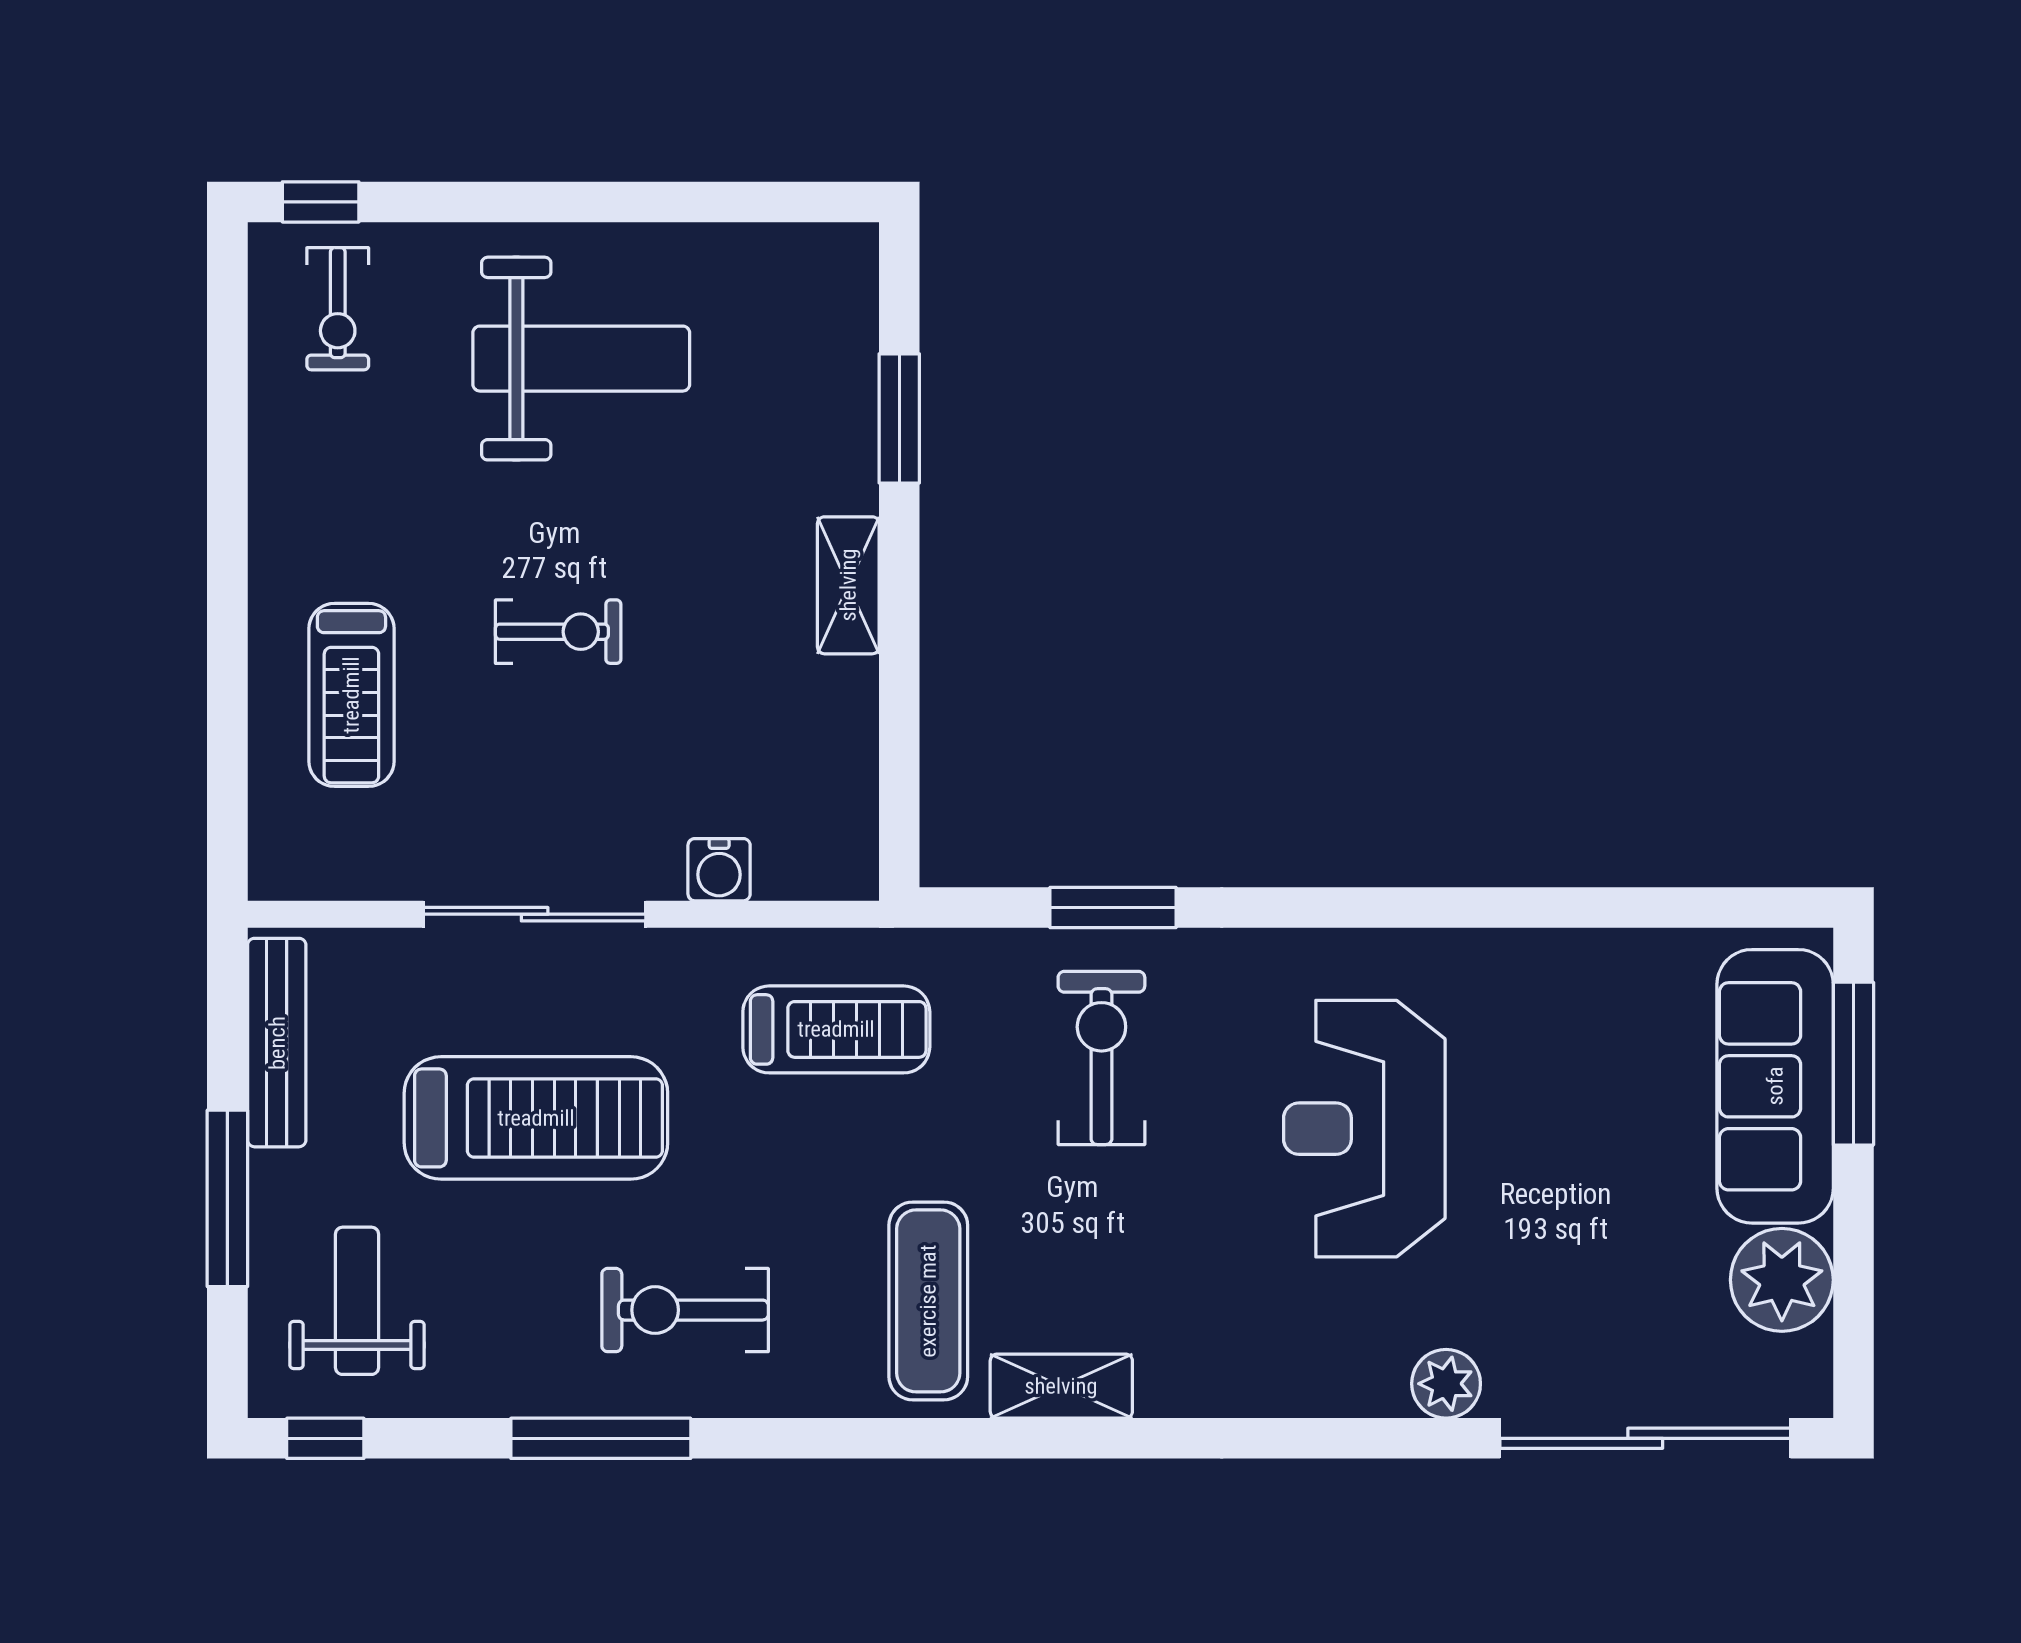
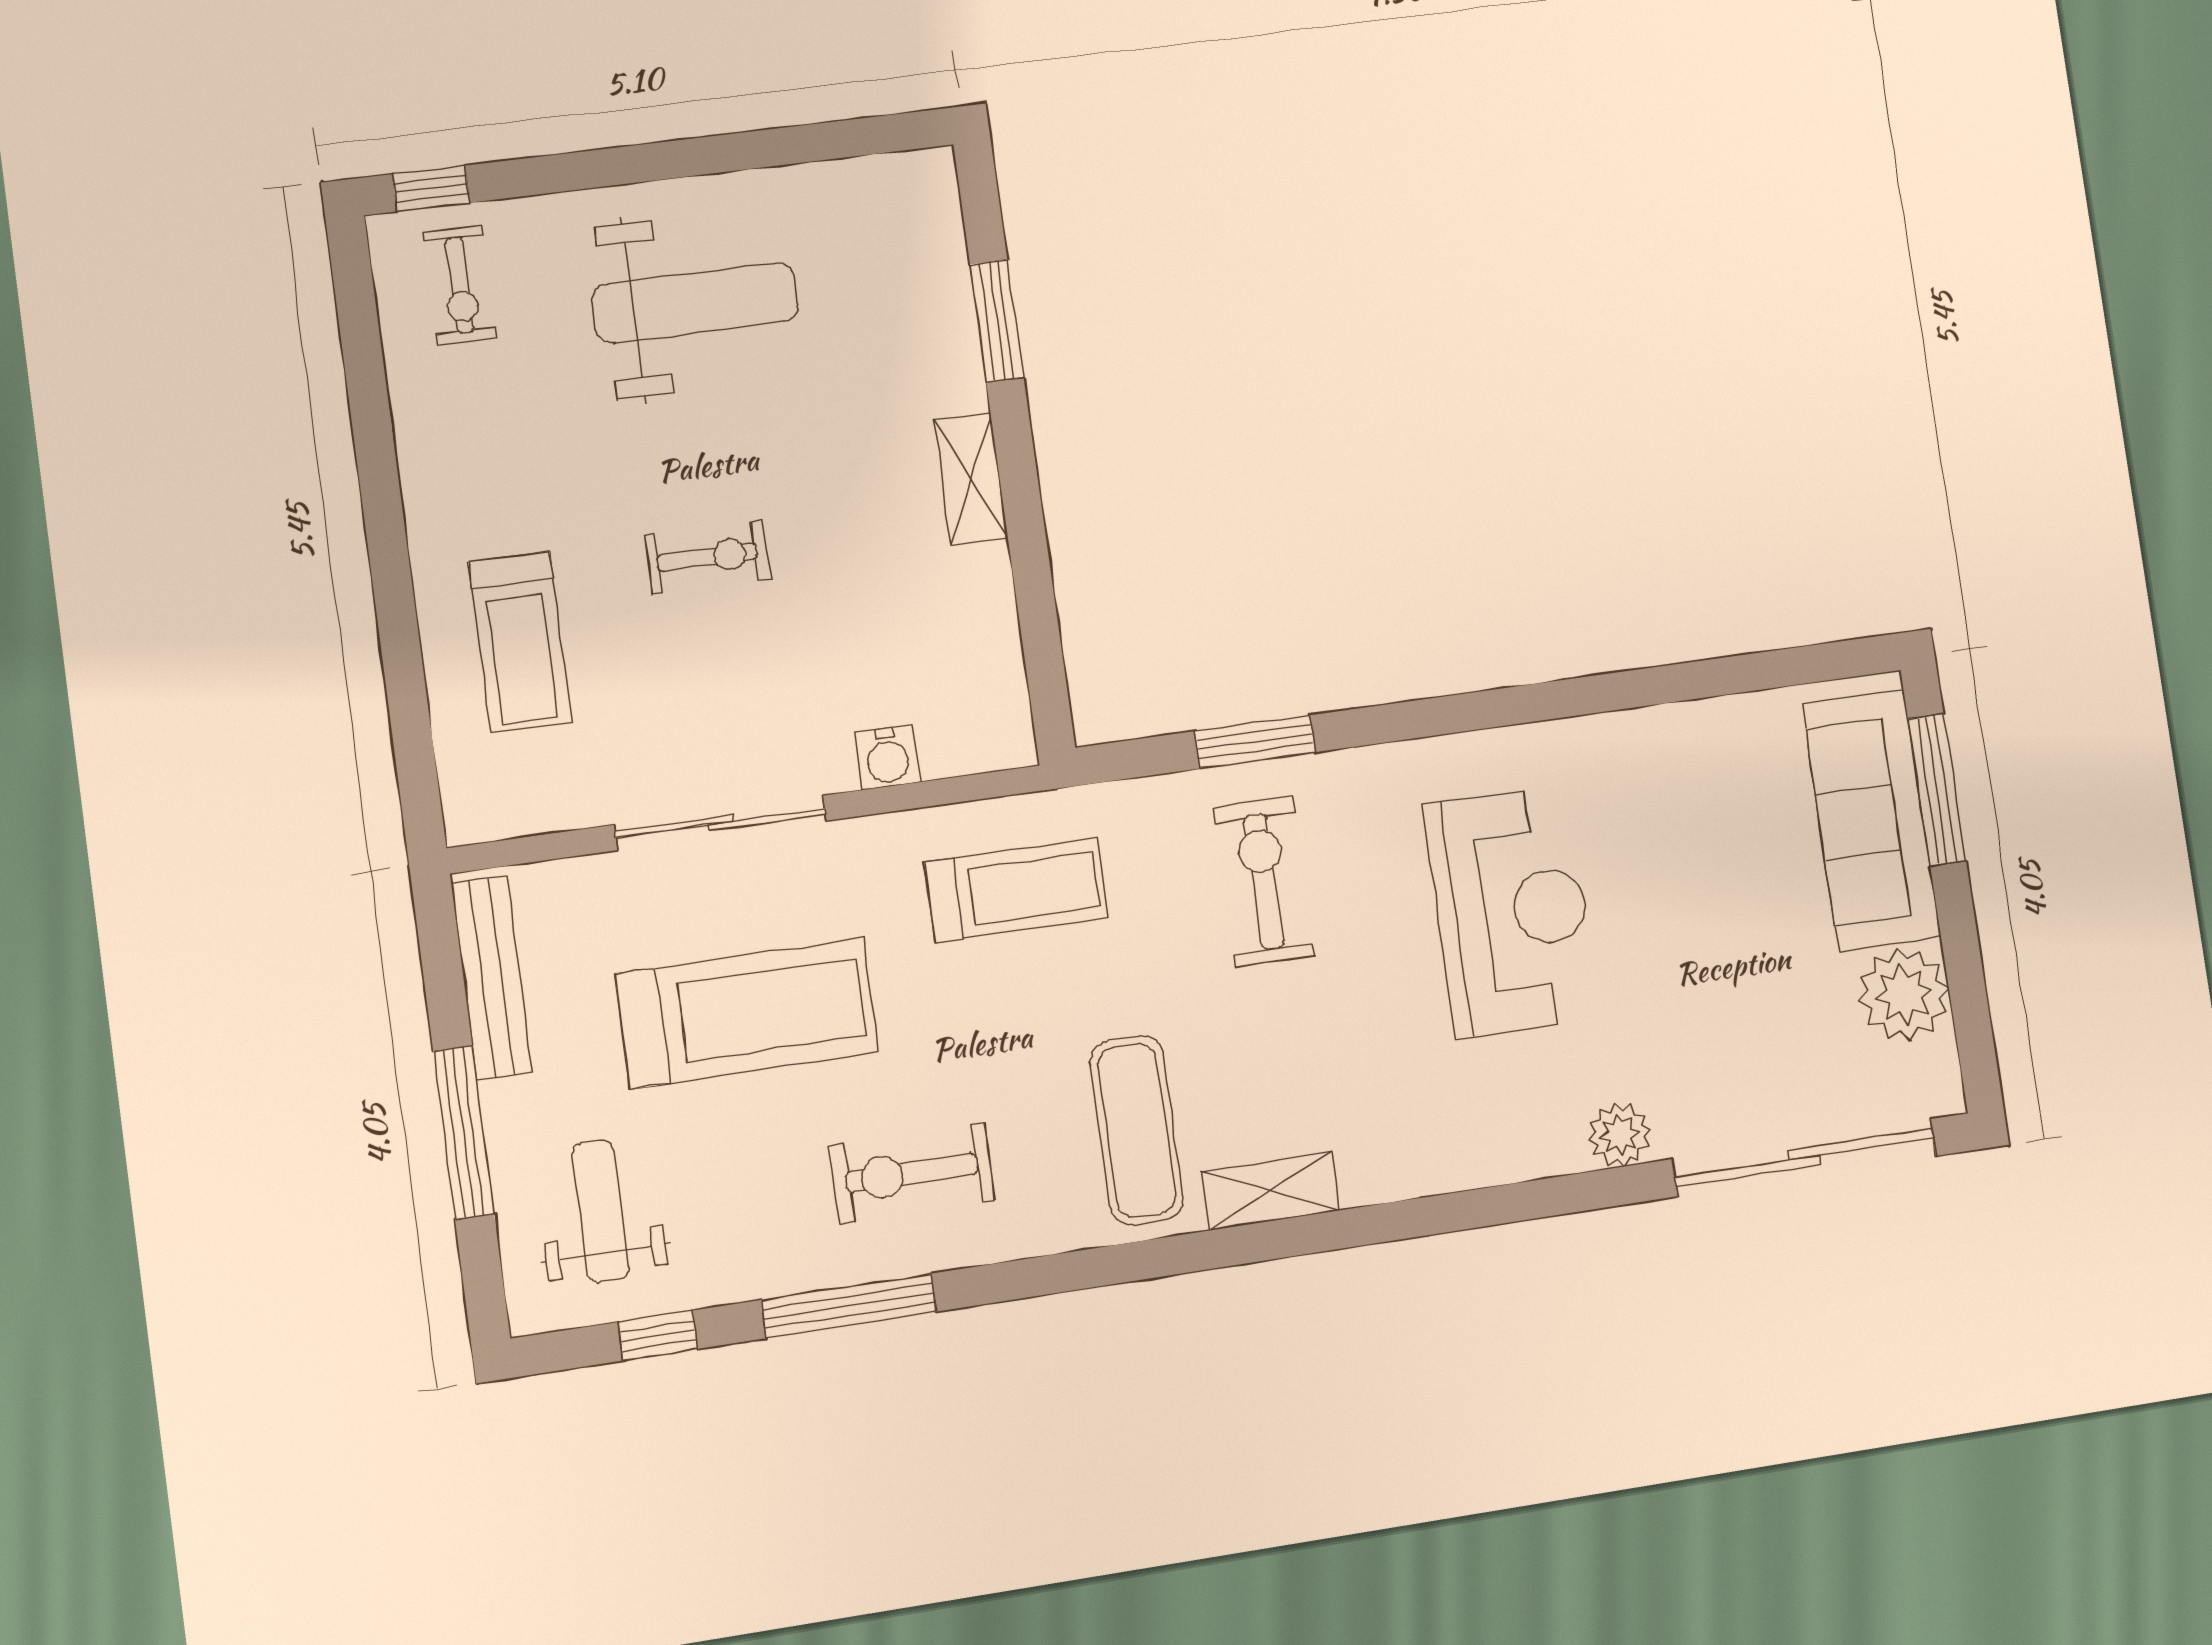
reception desk: (1364, 1129) -> (1512, 912), turned 180
window: (325, 1438) -> (658, 1335), moved

